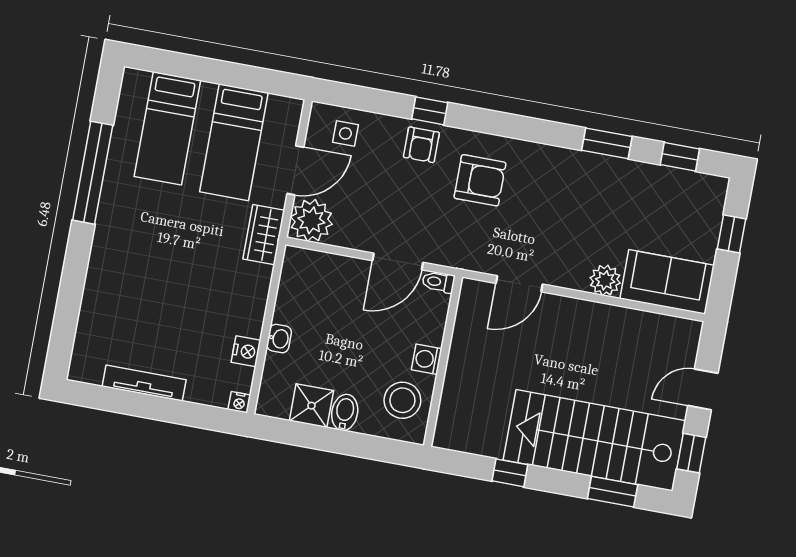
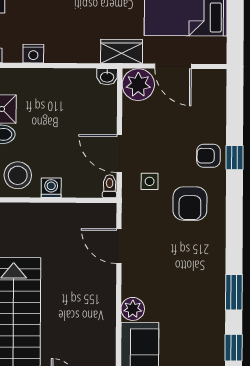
side table: (345, 133) -> (150, 181), moved
washbasin: (279, 339) -> (107, 77), moved

